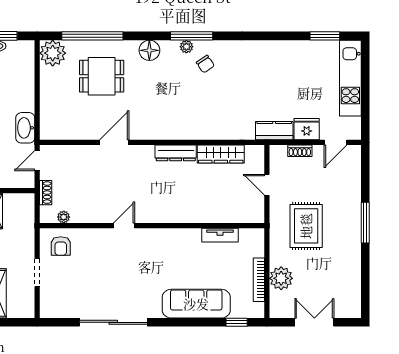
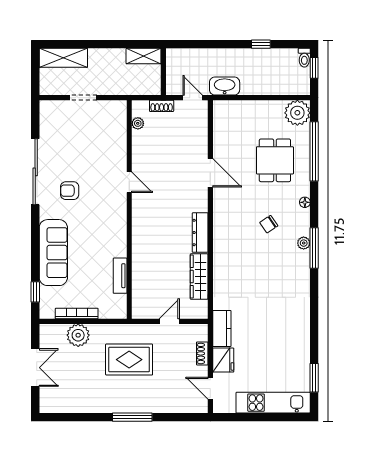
floor lamp: (149, 50) -> (305, 202), width x0.53, depth x0.53
chair: (205, 64) -> (269, 224), moved
armchair: (61, 246) -> (70, 191), moved

